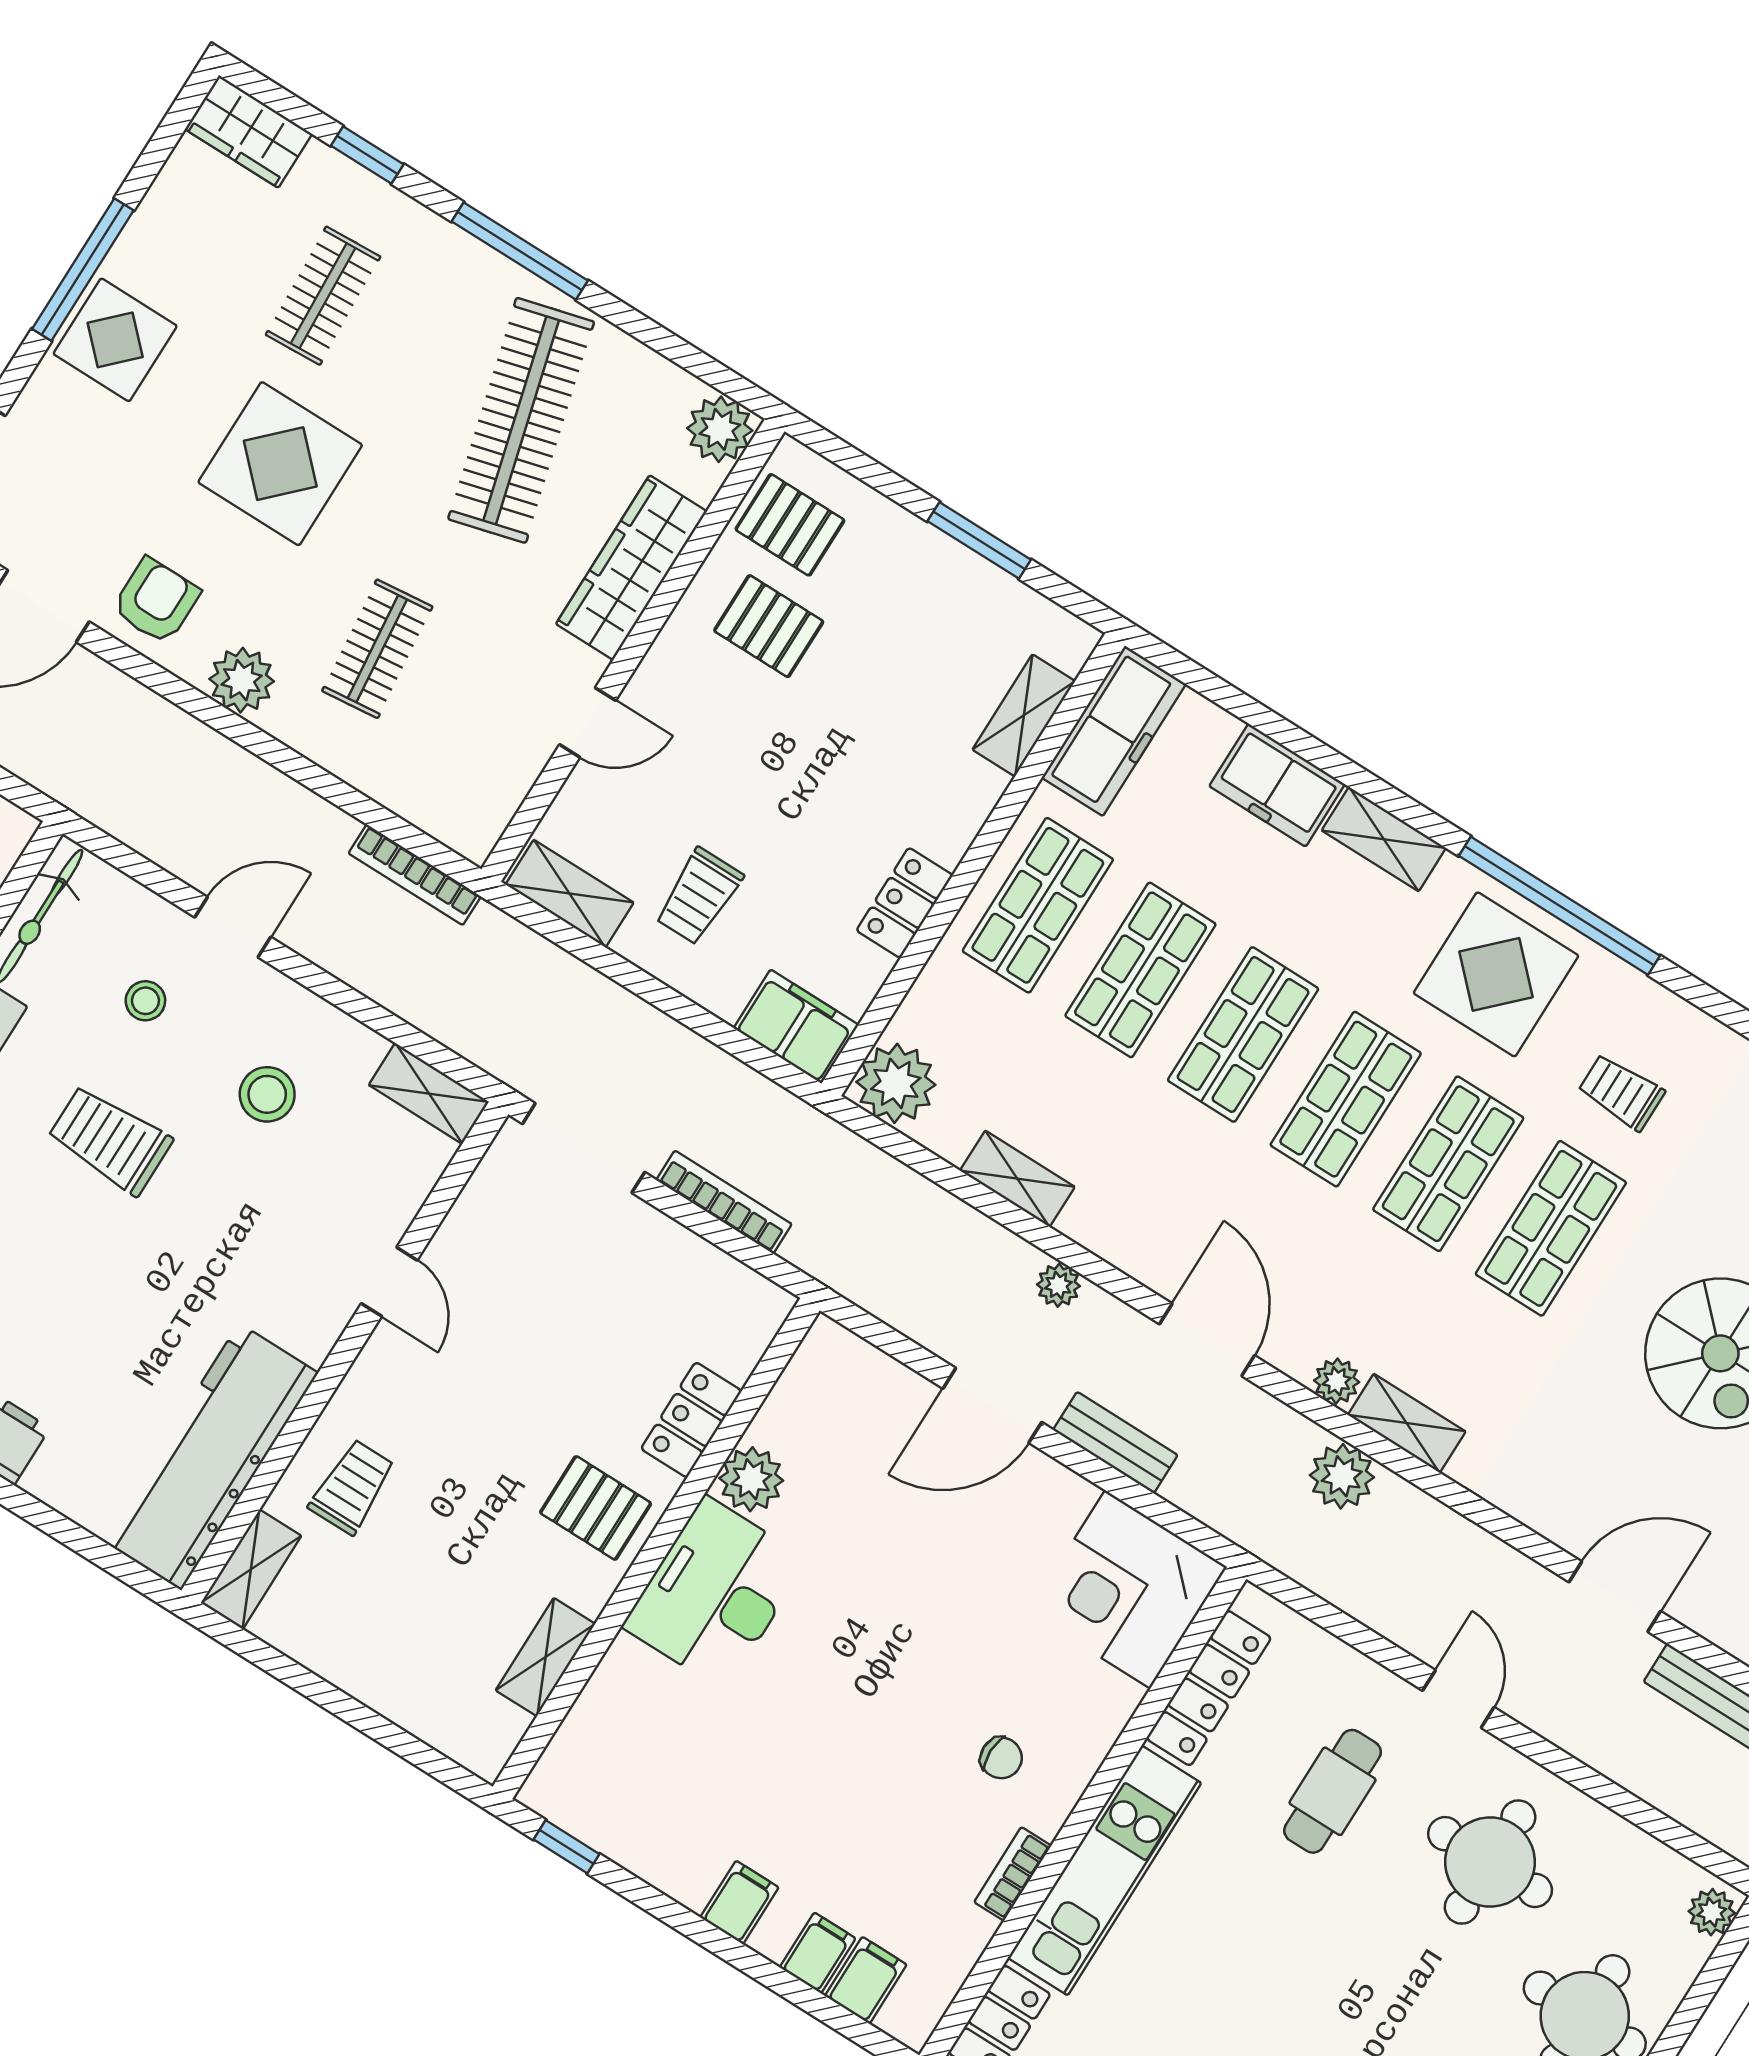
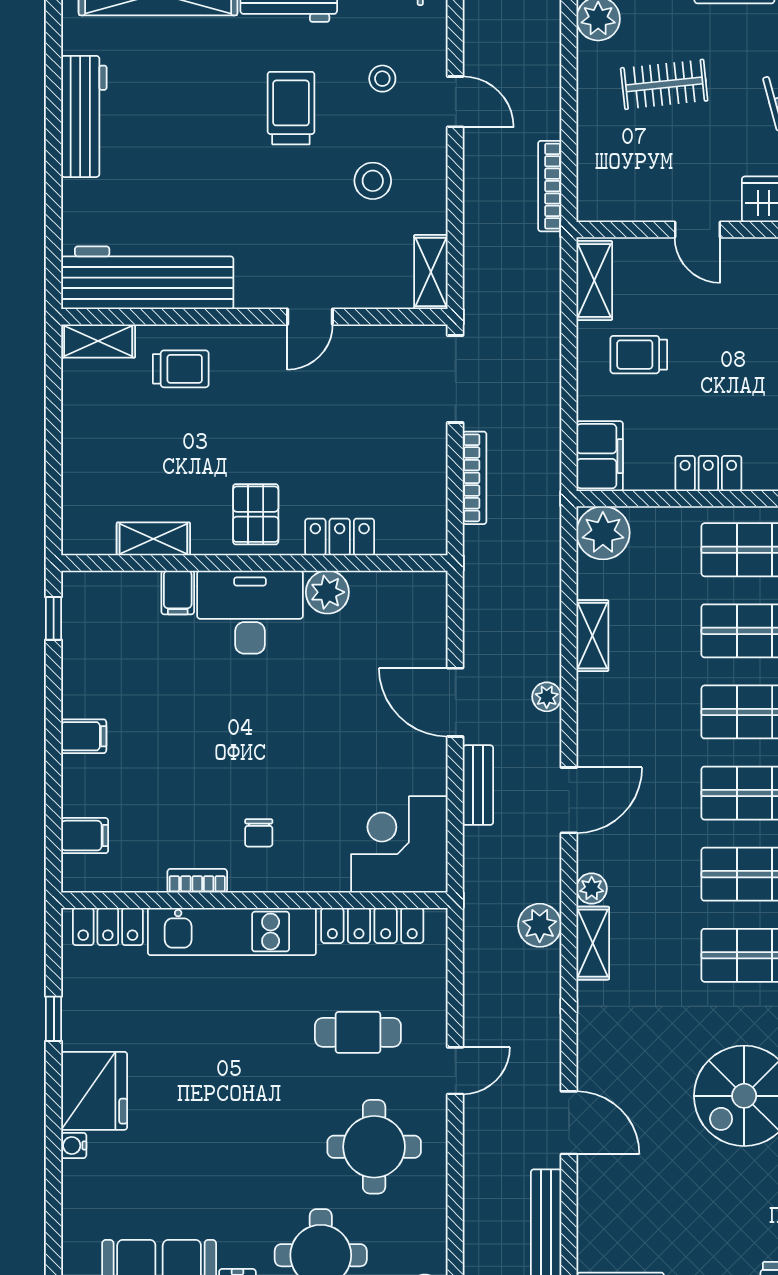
filing cabinet: (818, 1953) -> (178, 593), moved, turned 90

